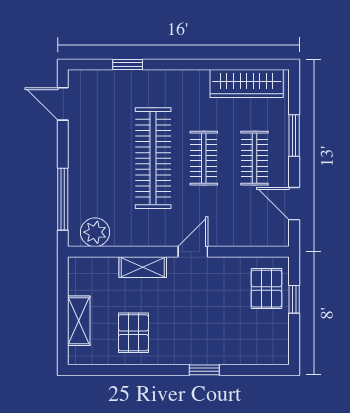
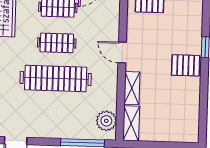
shelving: (79, 321) -> (131, 123), moved, turned 90
pallet: (133, 333) -> (186, 65), moved

